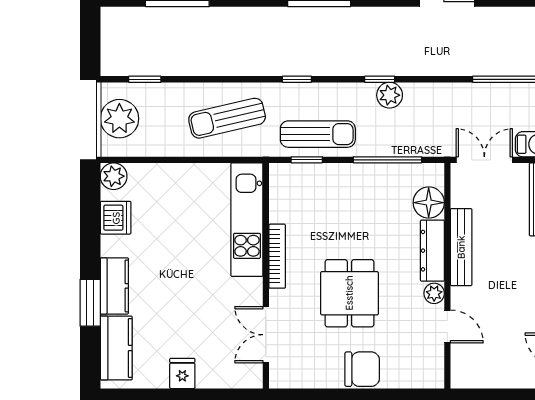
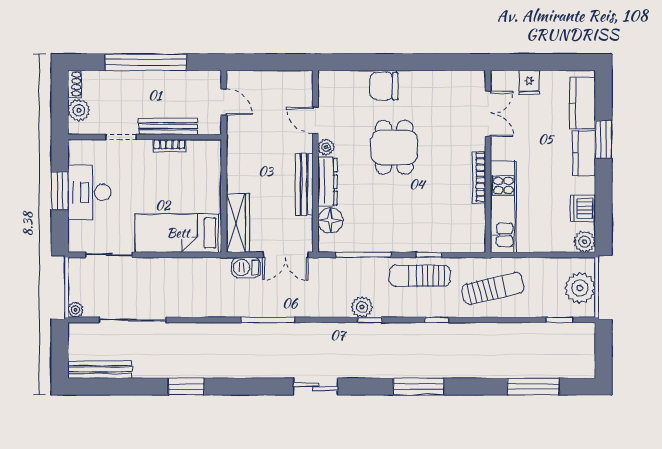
kitchen unit: (247, 220) -> (503, 207), moved
bookcase: (277, 256) -> (479, 177), moved
wall: (266, 276) -> (488, 161), moved
double door: (266, 335) -> (488, 114), moved

